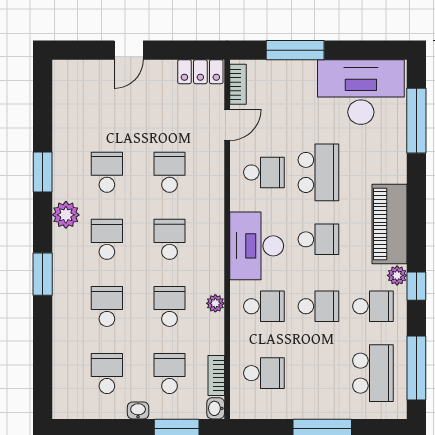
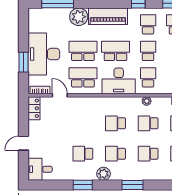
door: (129, 50) -> (23, 143), swing flipped
window: (295, 50) -> (23, 62), width x0.69
desk: (75, 84) -> (40, 169), added
desk: (361, 92) -> (44, 54), moved
school desk: (170, 172) -> (83, 123), removed
school desk: (264, 172) -> (83, 77), width x1.85
school desk: (318, 239) -> (115, 51), width x1.85
plant: (397, 275) -> (79, 17), moved, width x1.88, depth x1.88

